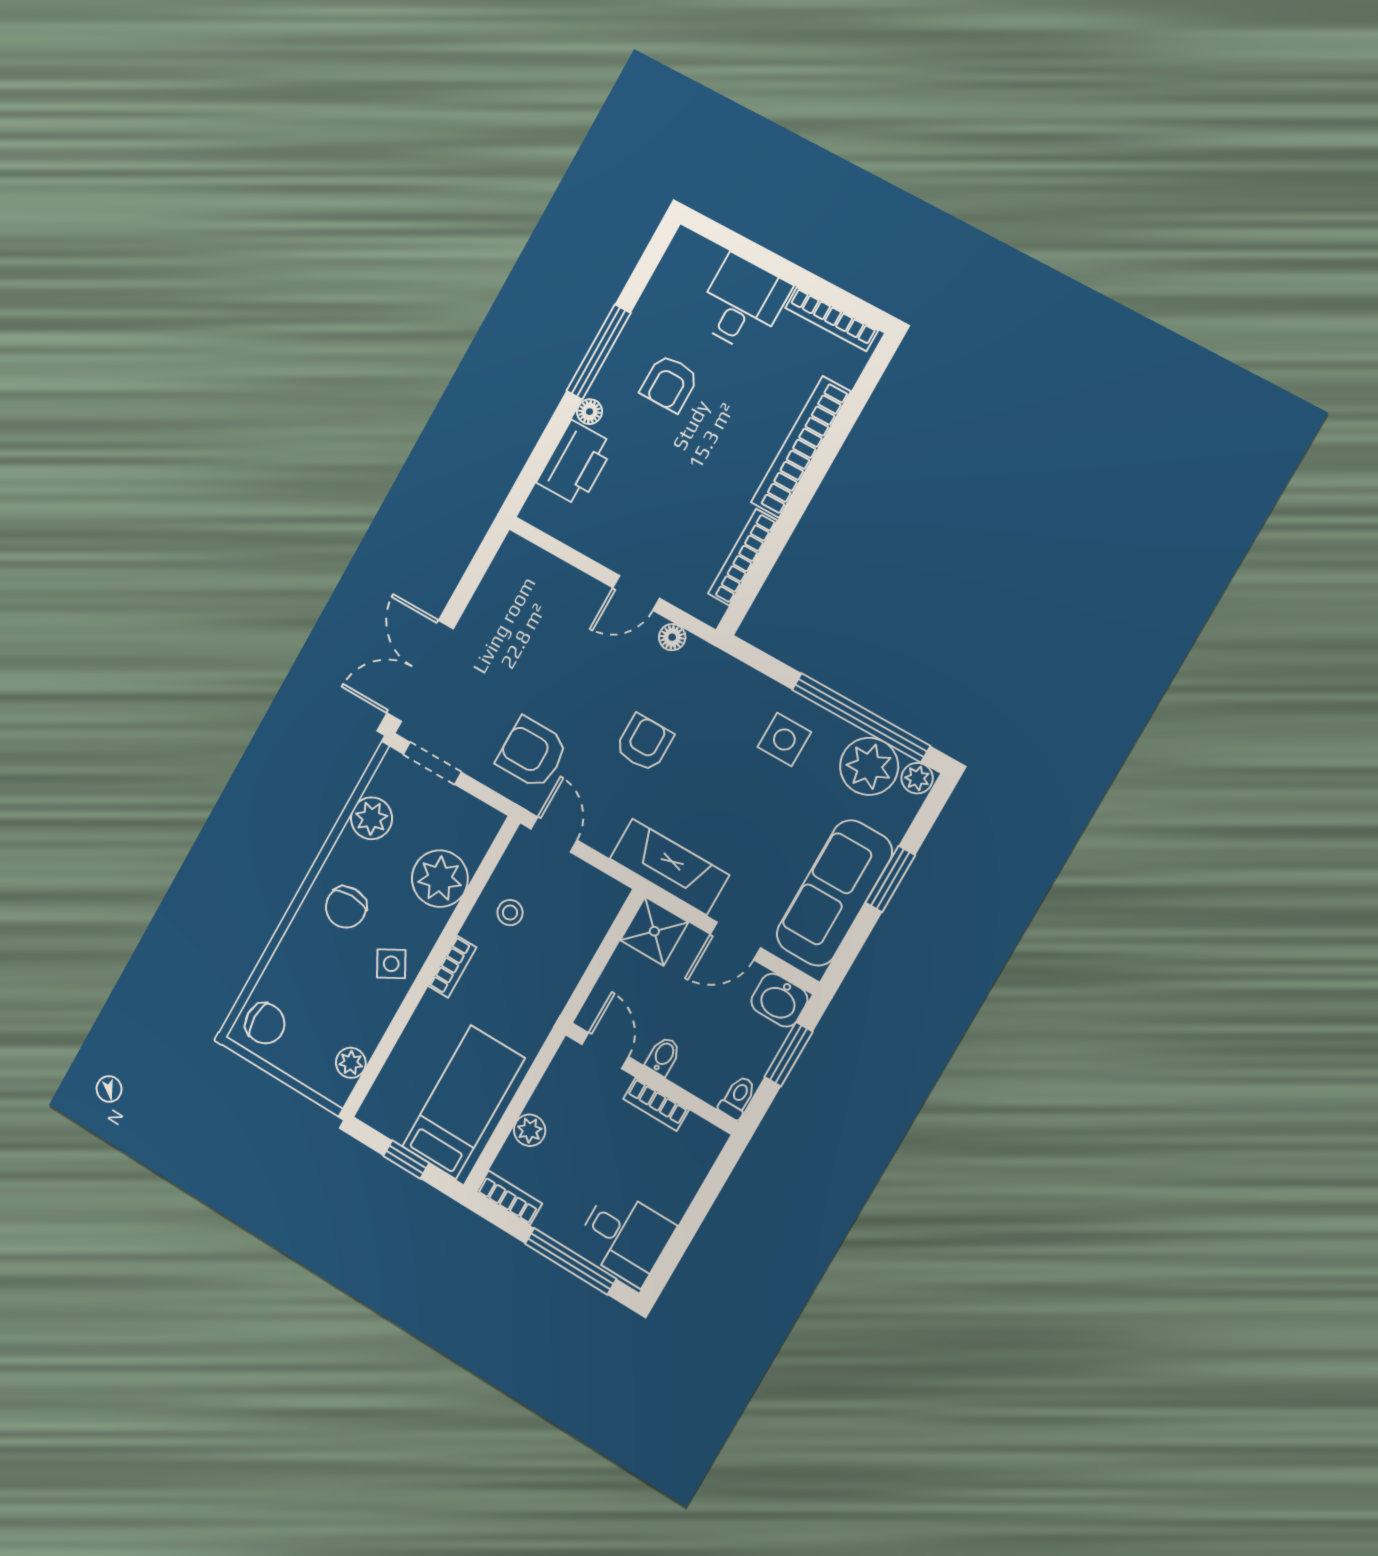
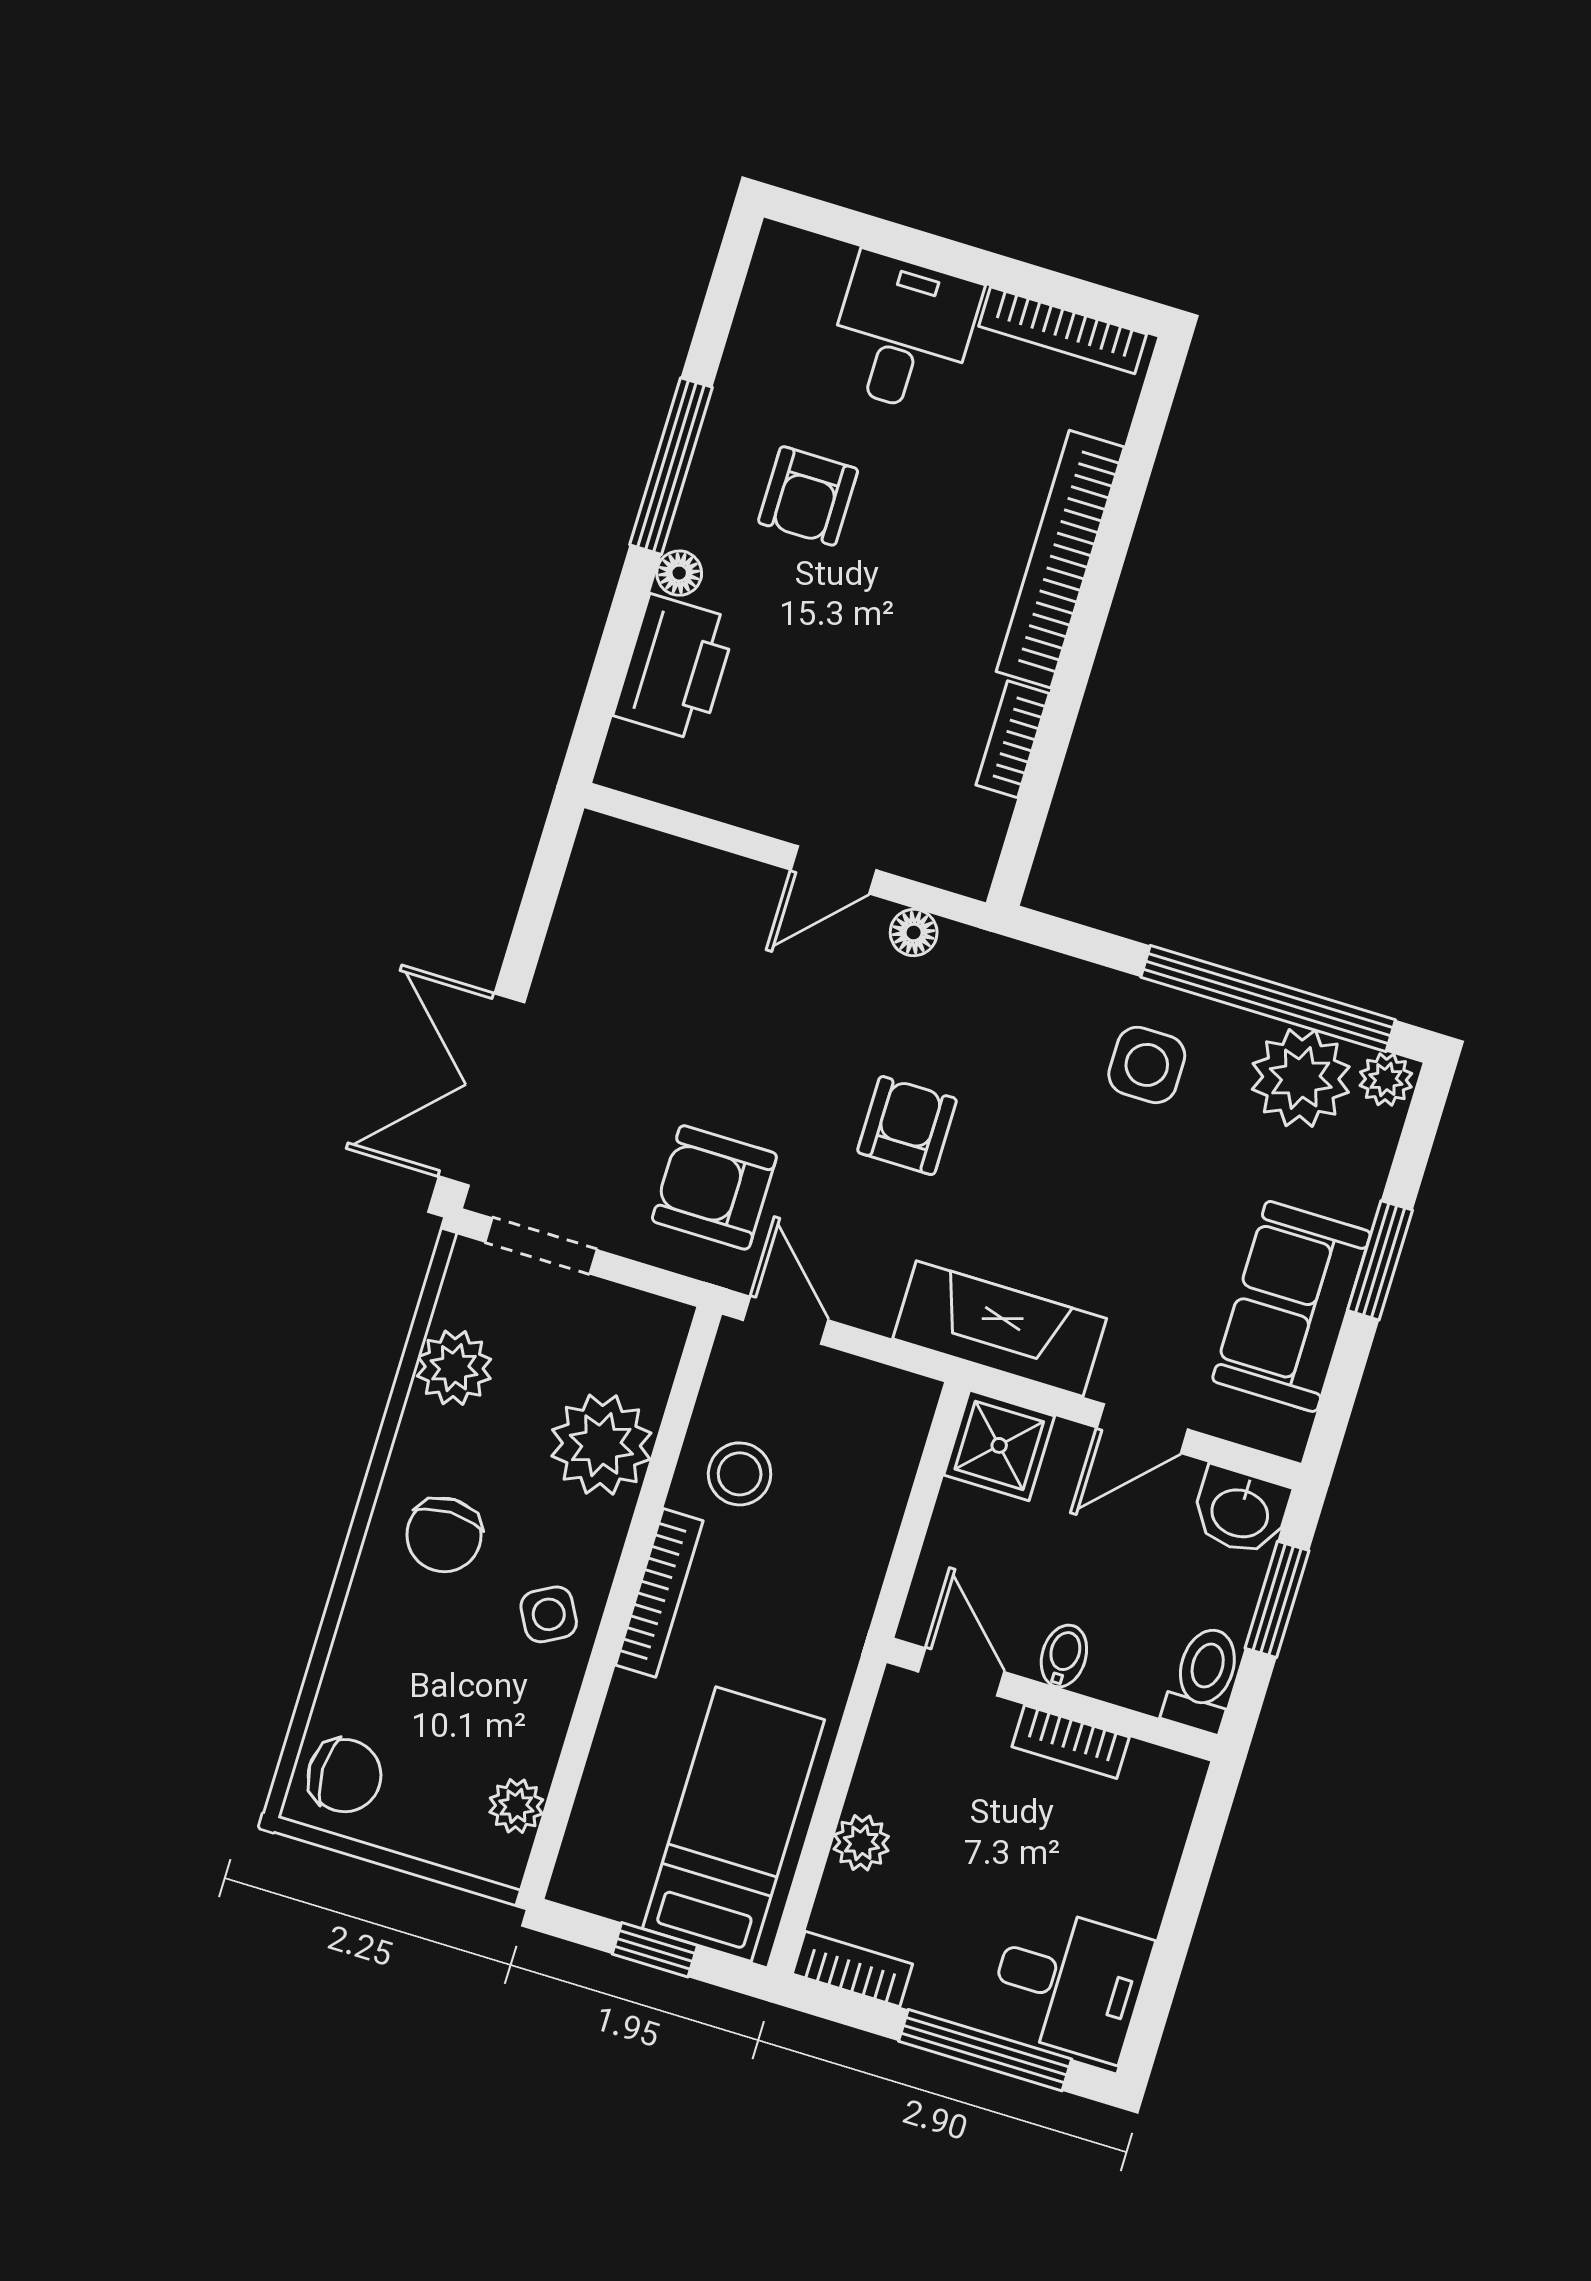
bookcase: (743, 557) -> (1013, 739), width x0.64
sofa: (834, 893) -> (1291, 1306), width x0.73
stool: (510, 913) -> (740, 1474), width x1.37, depth x1.37
bookcase: (452, 967) -> (659, 1593), width x1.56
toilet: (738, 1097) -> (1204, 1679), width x1.37, depth x1.39

